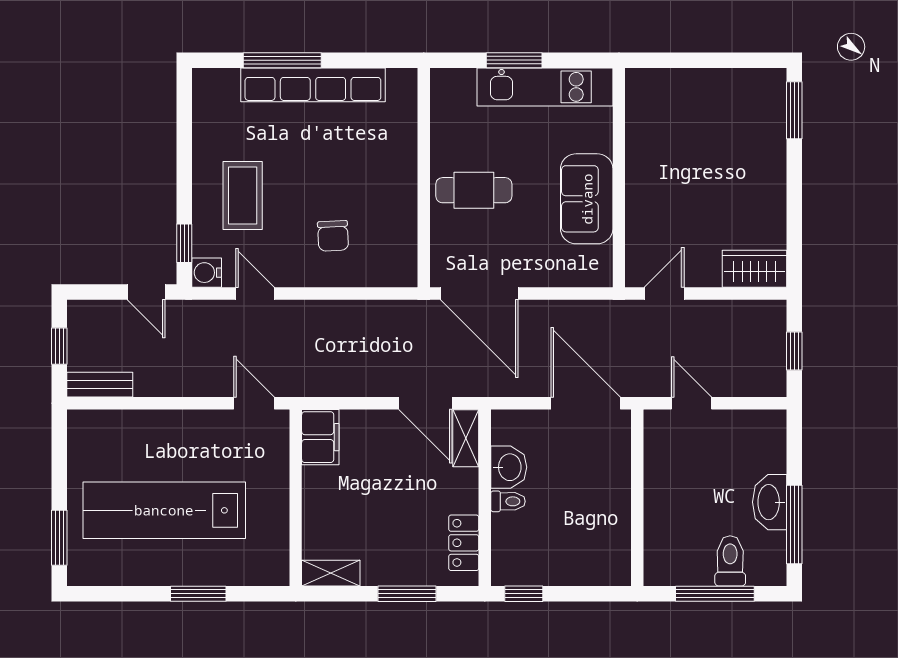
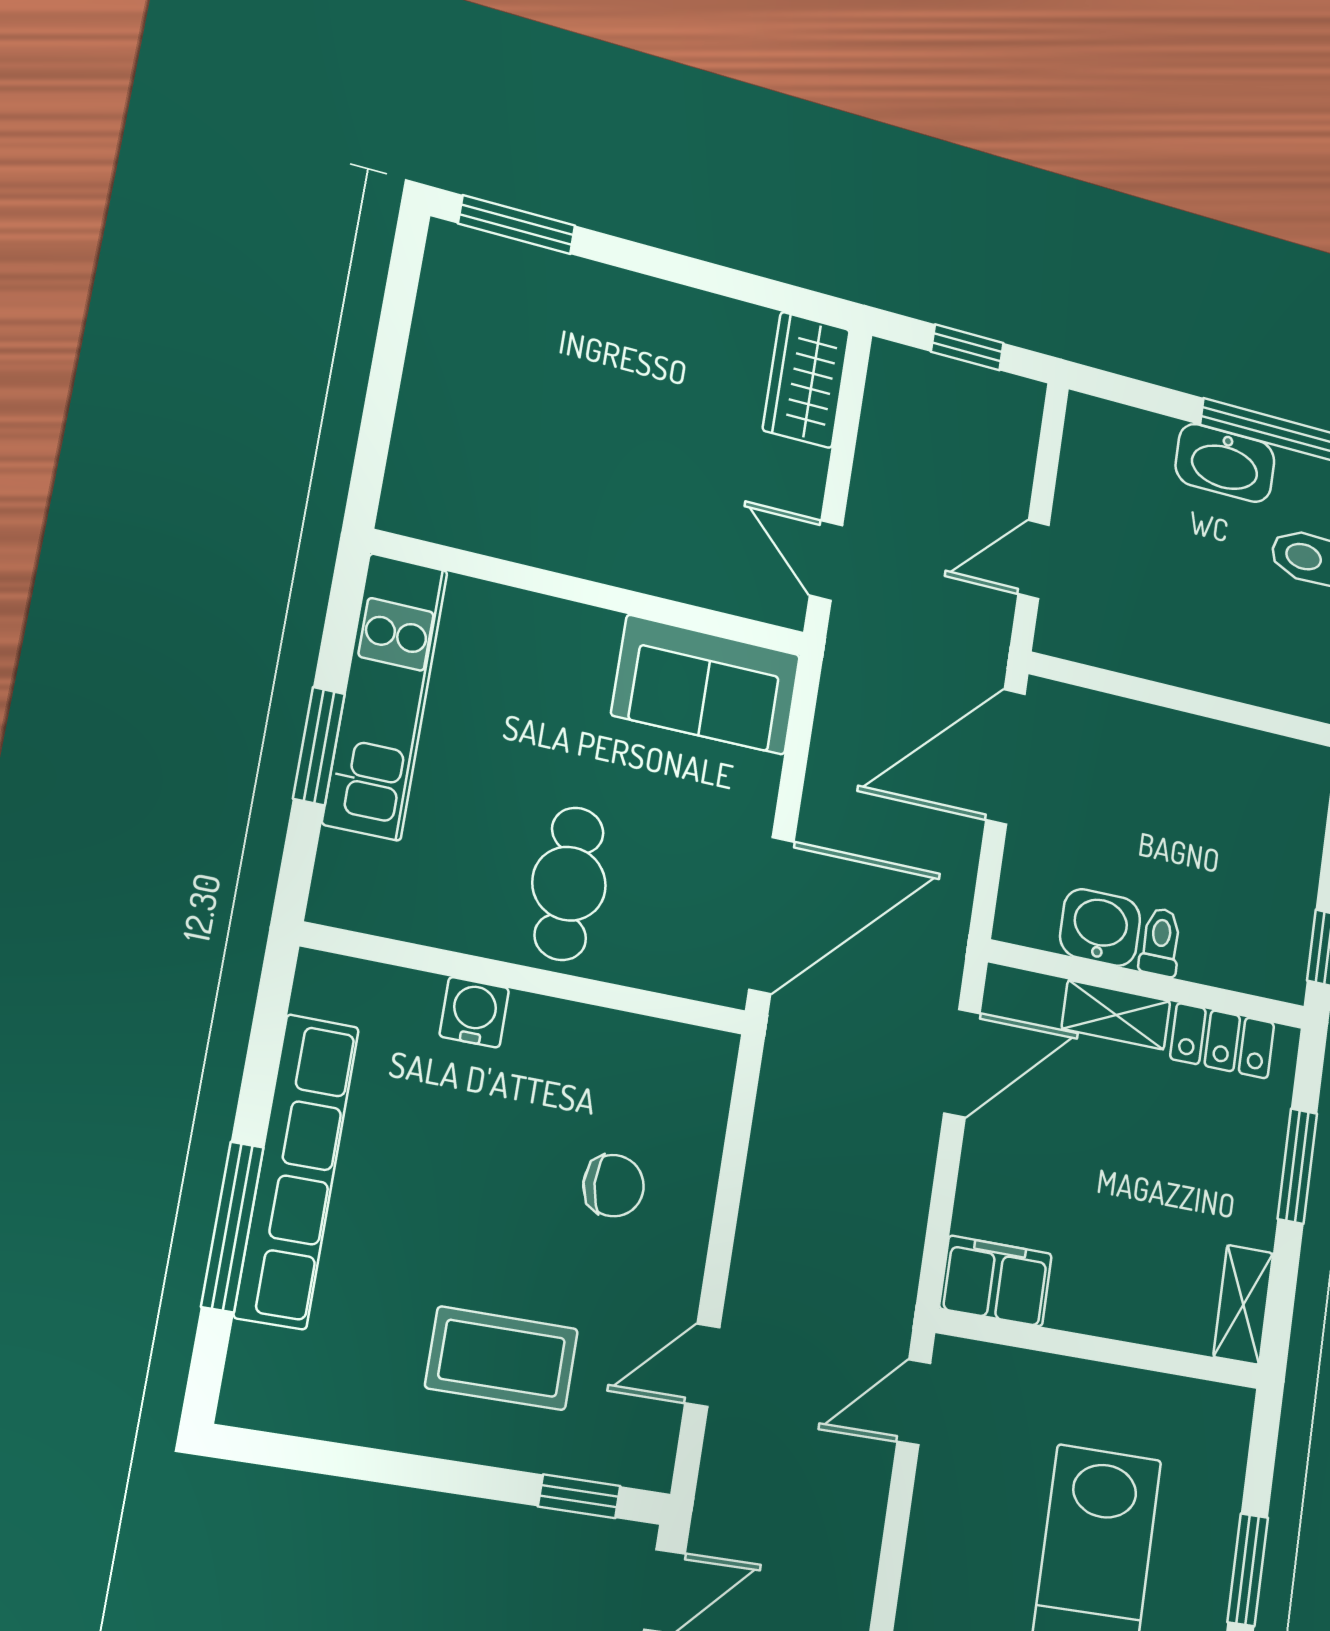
sofa: (587, 199) -> (706, 685), moved
water cooler: (207, 273) -> (474, 1012), moved, turned 180
shelving: (466, 438) -> (1116, 1015), moved

